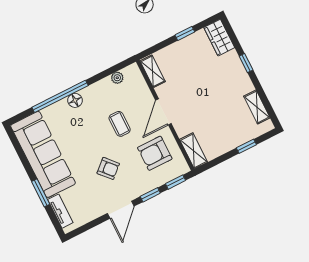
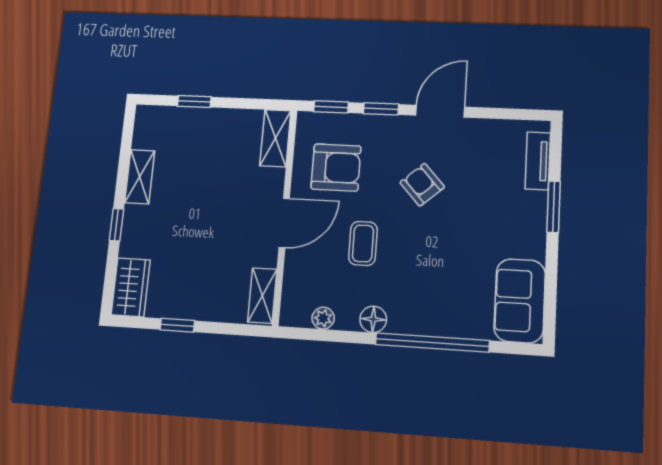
floor lamp: (75, 100) -> (373, 319), moved
shelving: (257, 107) -> (140, 177), moved
sofa: (43, 154) -> (520, 301), width x0.54, depth x0.79

